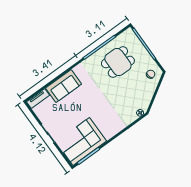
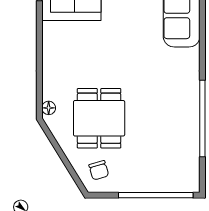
dining table: (118, 62) -> (99, 118), moved

